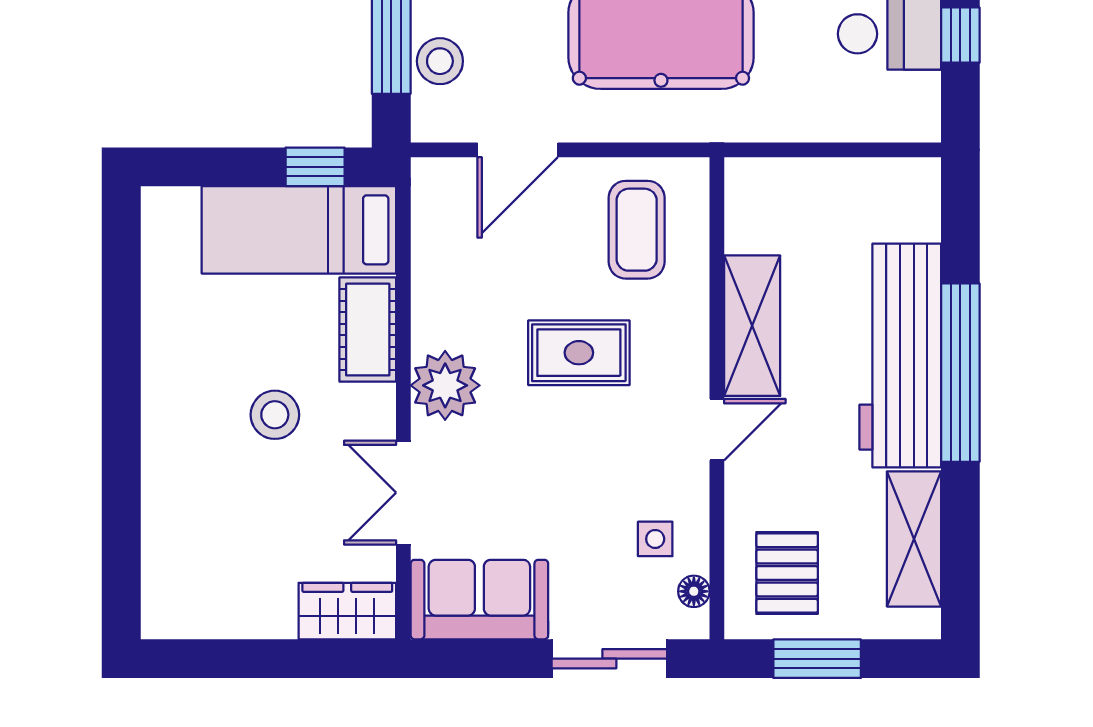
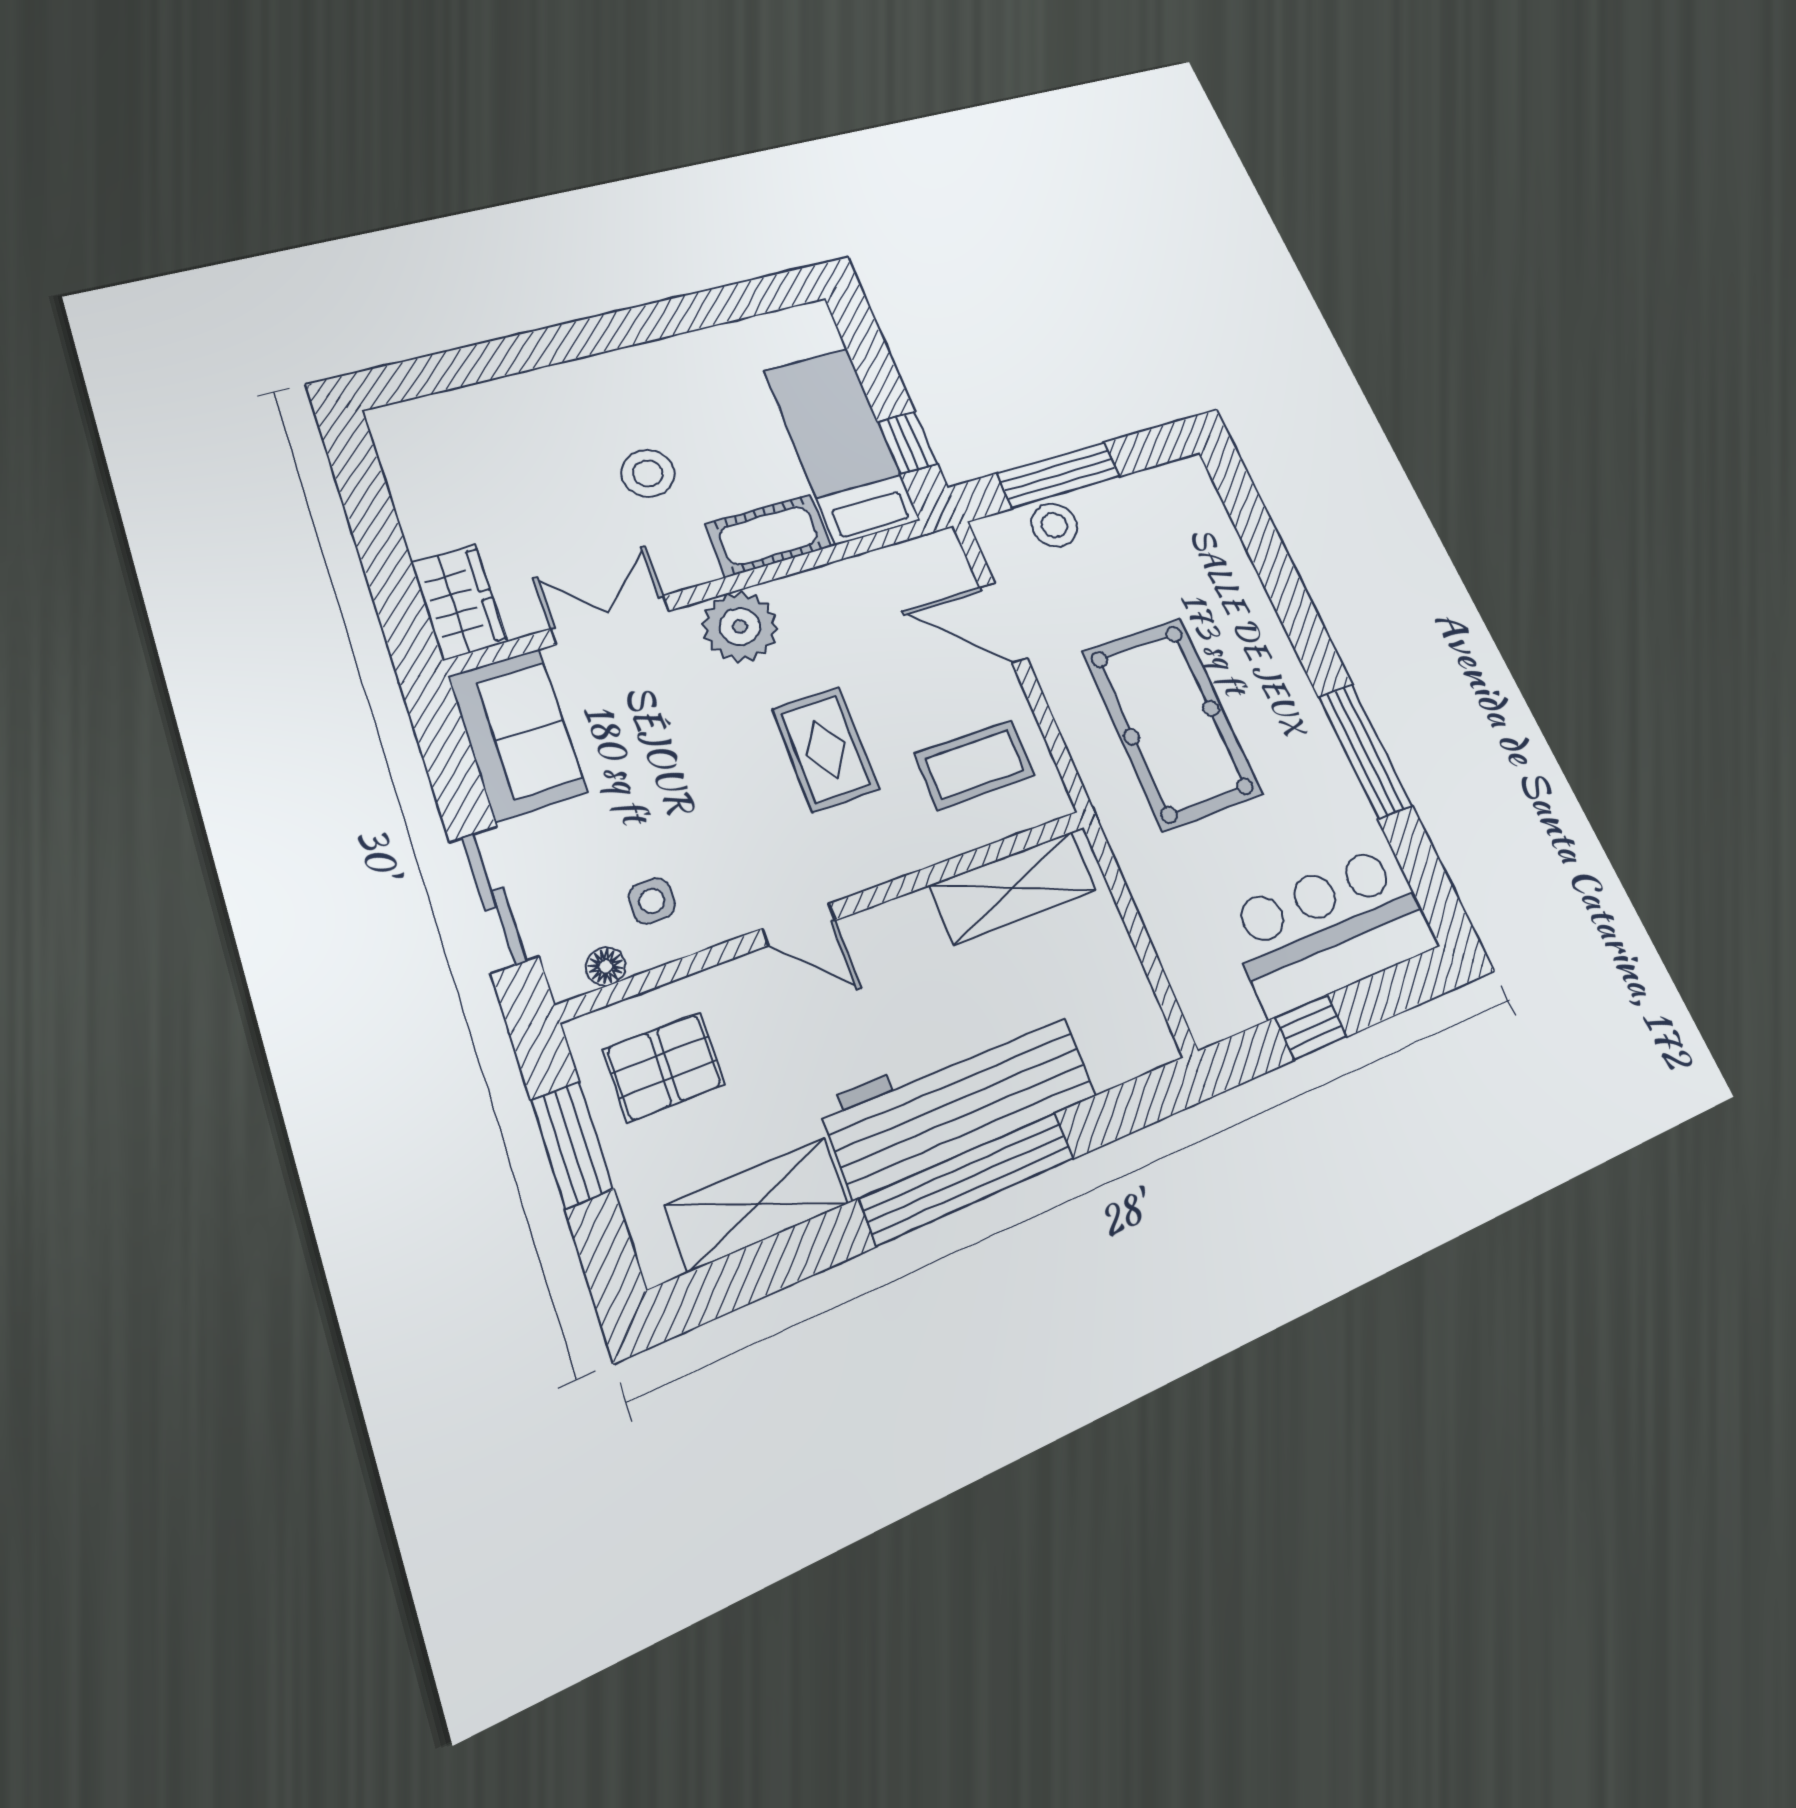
shelving: (752, 326) -> (1013, 887), moved

